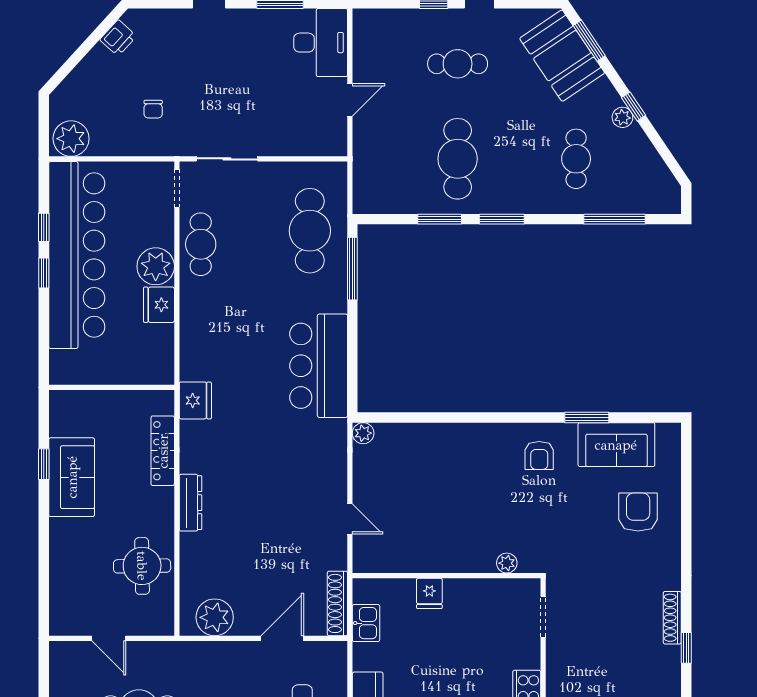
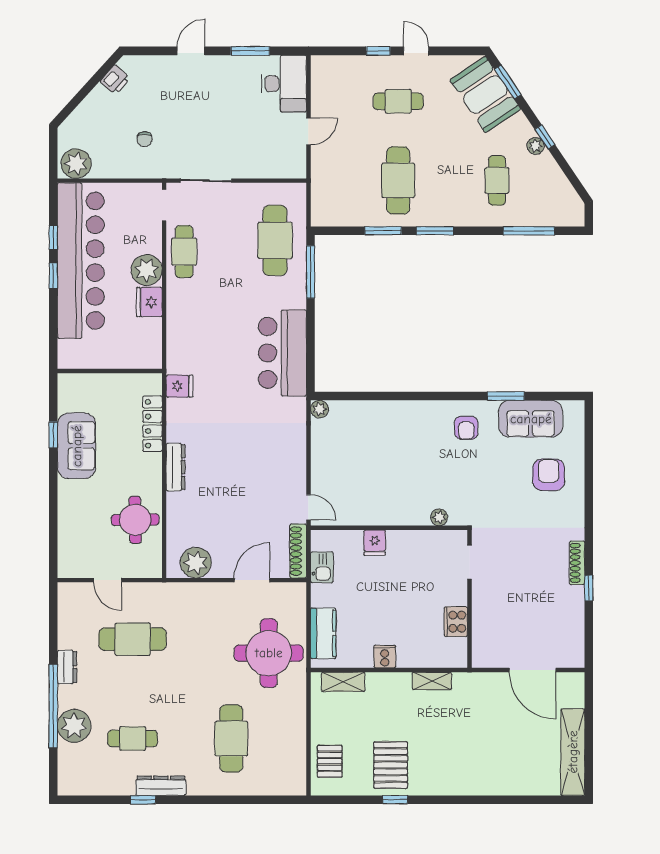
fridge: (195, 400) -> (180, 386), width x0.72
door: (350, 519) -> (308, 507), moved

